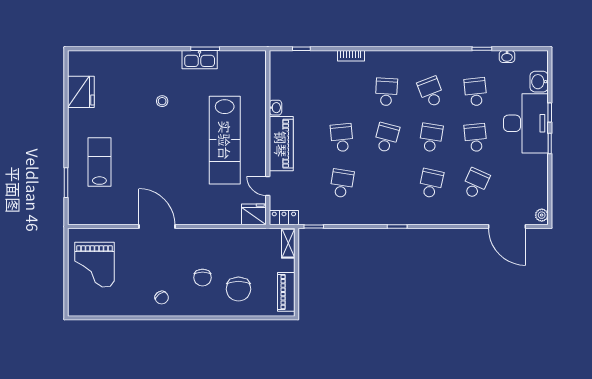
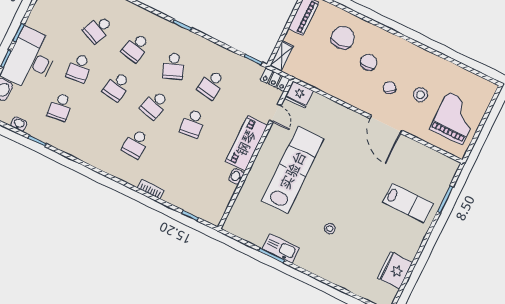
school desk: (431, 92) -> (174, 66), moved
lab bench: (99, 162) -> (408, 203), turned -90
stool: (138, 271) -> (420, 95), added
chair: (162, 298) -> (389, 88), moved

